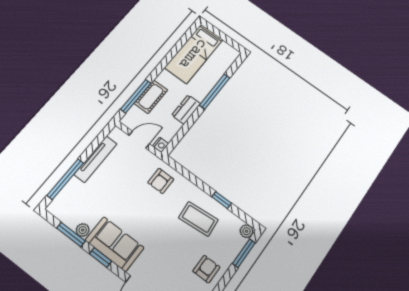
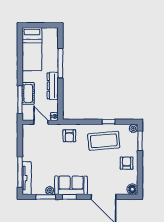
dresser: (186, 109) -> (53, 86), width x1.44
door: (139, 140) -> (41, 122), hinge flipped
tv unit: (96, 159) -> (27, 178), moved
coffee table: (198, 219) -> (104, 141), width x1.36, depth x1.32

